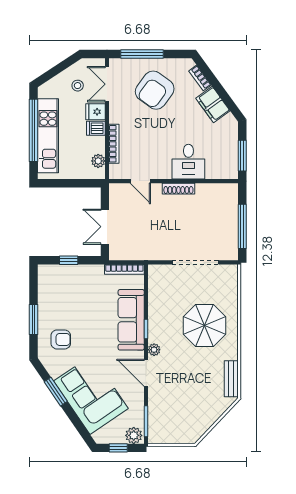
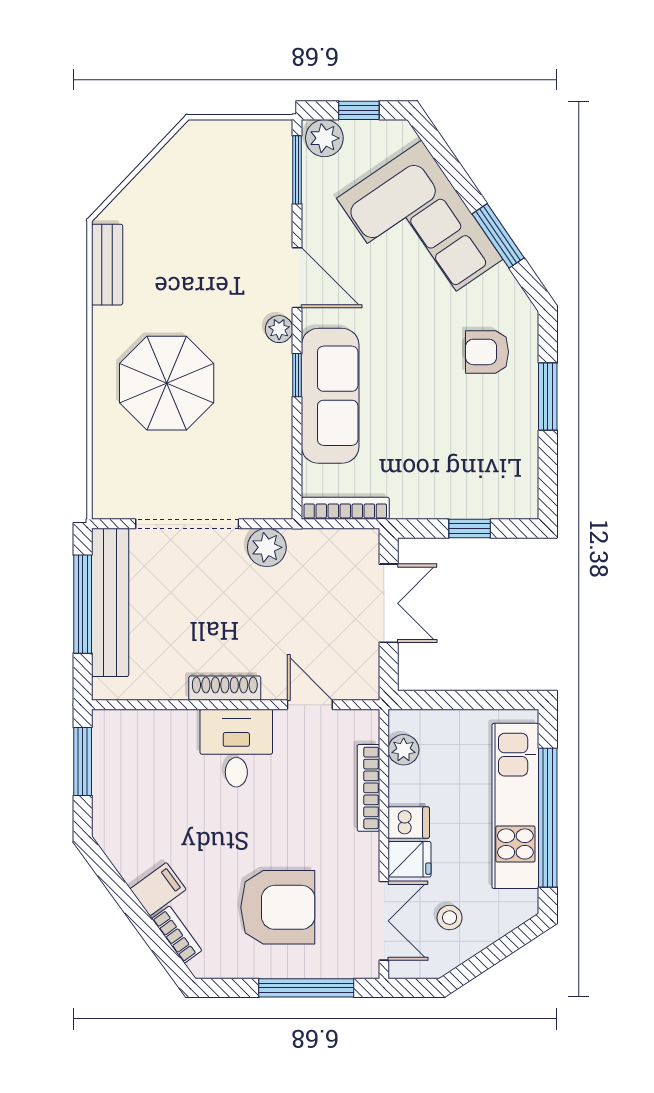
armchair: (155, 90) -> (278, 907), turned 54
filing cabinet: (213, 104) -> (158, 889), width x0.50
desk: (188, 162) -> (236, 748), moved
bench: (230, 227) -> (110, 602), added
plant: (160, 252) -> (267, 547), added

